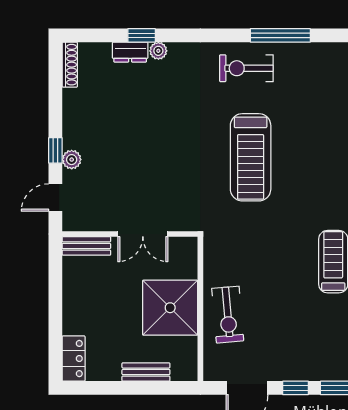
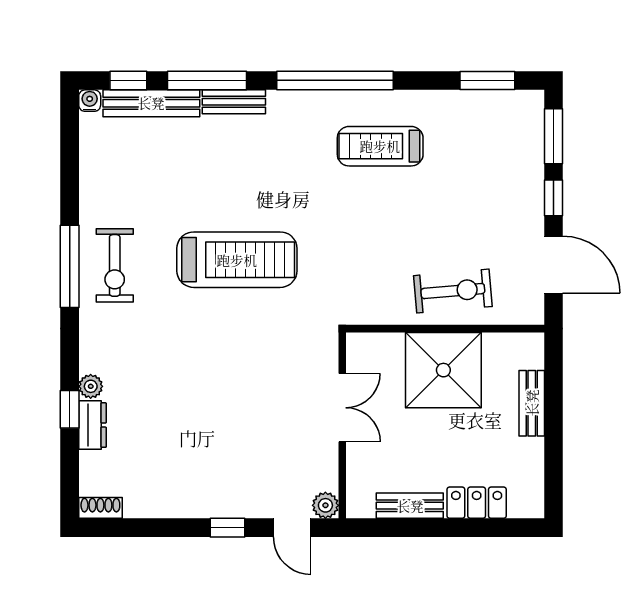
window: (280, 35) -> (70, 266), moved
shoe rack: (70, 65) -> (100, 508), width x0.70
plant: (72, 160) -> (325, 505), moved
bench: (86, 246) -> (410, 506), moved, turned 90
locker: (74, 359) -> (477, 503), moved

